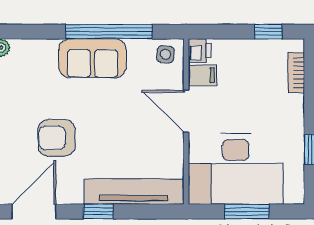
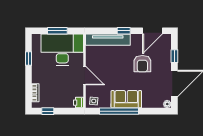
filing cabinet: (202, 75) -> (77, 92), removed
armchair: (57, 138) -> (142, 64), turned 90

